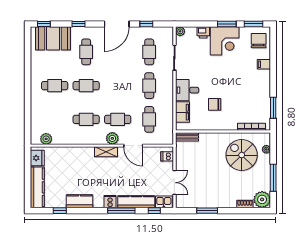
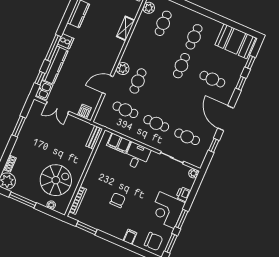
window: (44, 24) -> (250, 62), moved
booth: (53, 38) -> (235, 41), moved, turned 90
chair: (215, 104) -> (118, 200), moved
cafe table: (86, 119) -> (163, 23), moved
shelving: (106, 152) -> (126, 28), moved

